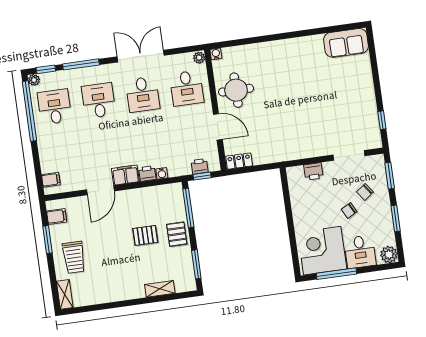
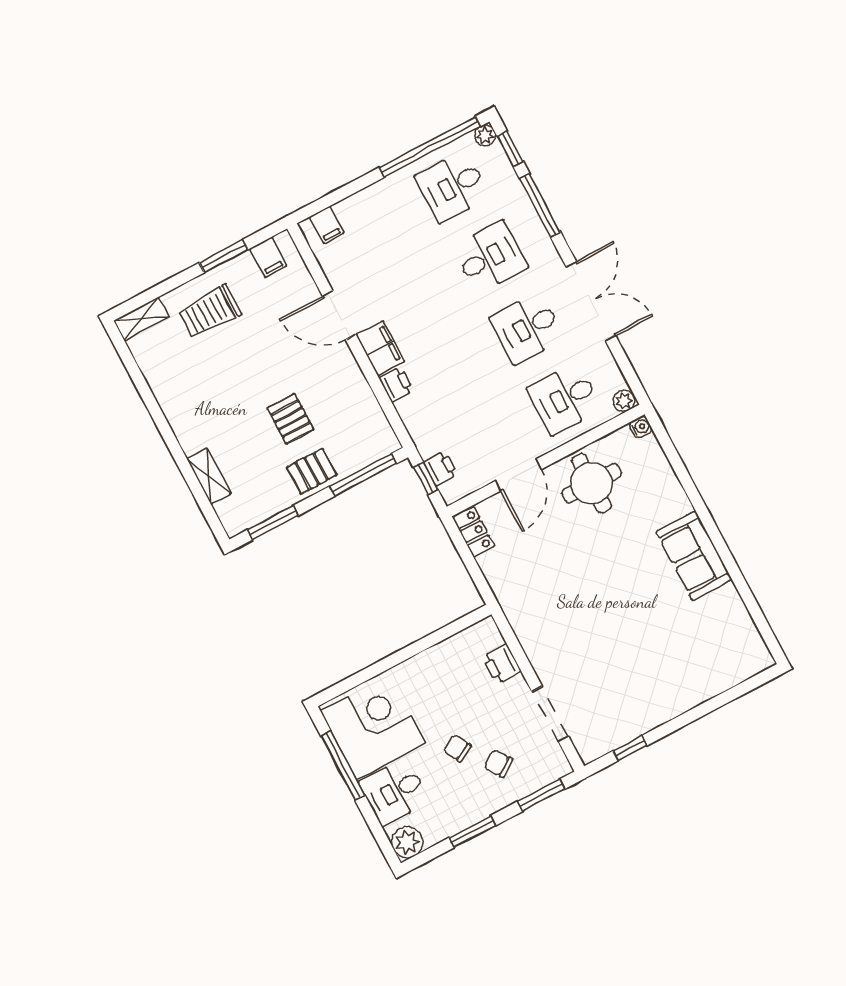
sofa: (346, 43) -> (694, 556), moved
desk: (55, 107) -> (452, 187), turned 180
water cooler: (162, 173) -> (406, 409), removed

